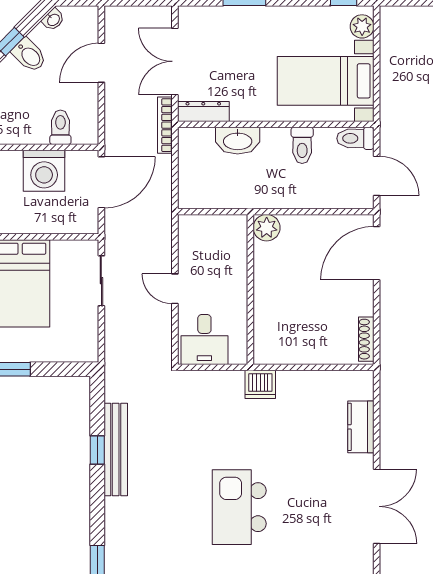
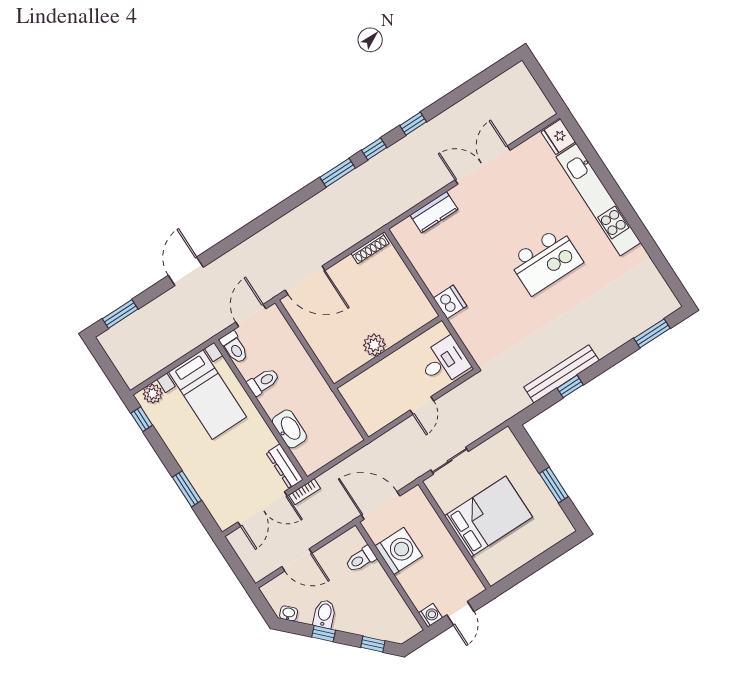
bookcase: (165, 125) -> (305, 492), width x0.64
plant: (267, 228) -> (374, 345), moved

